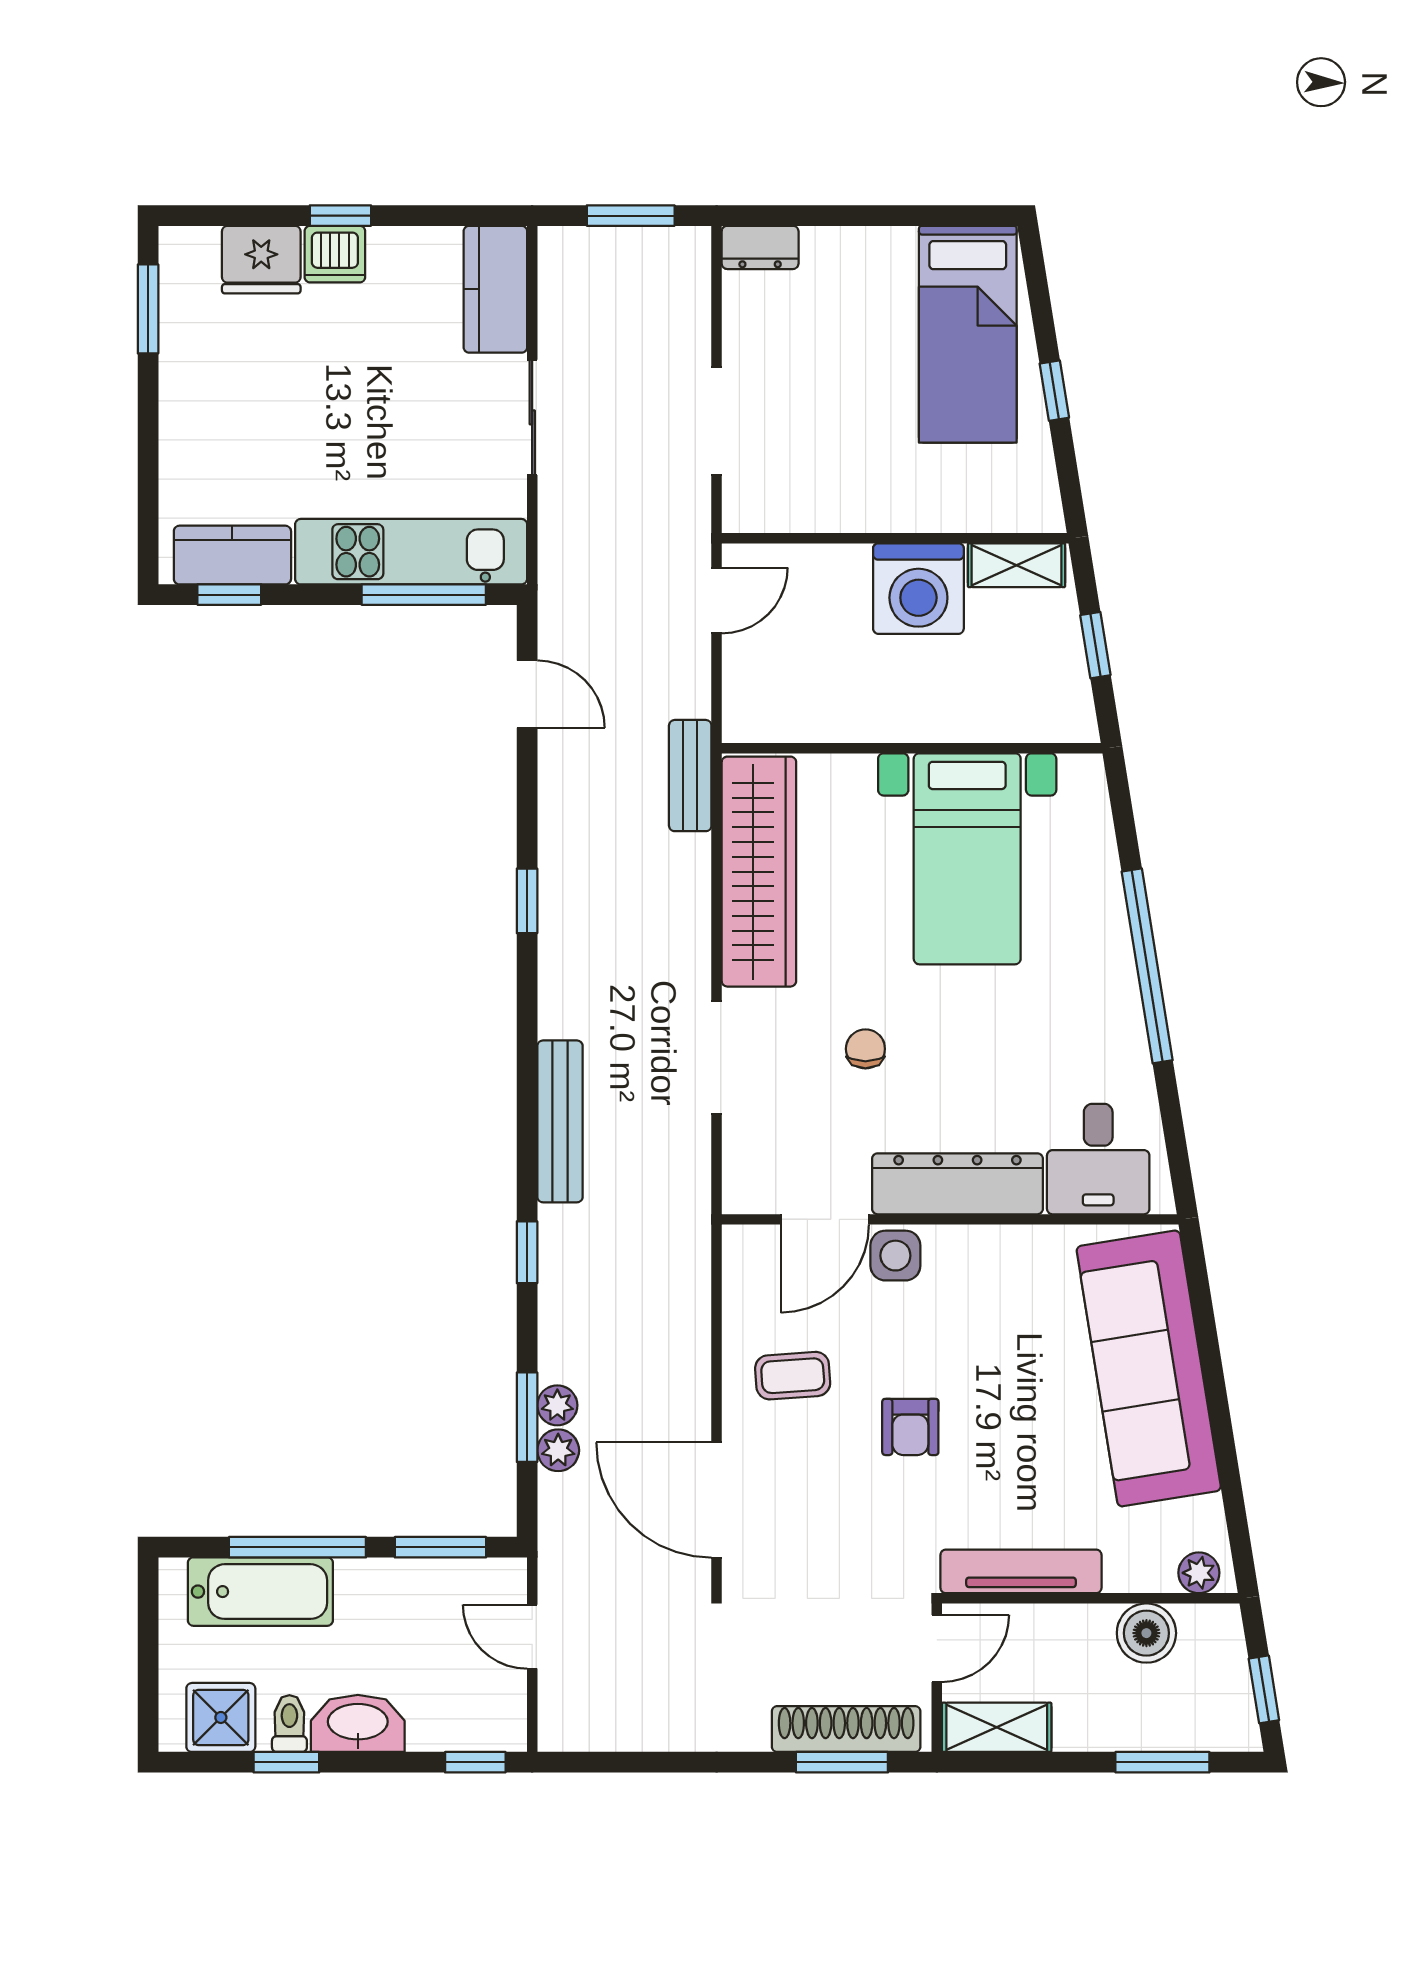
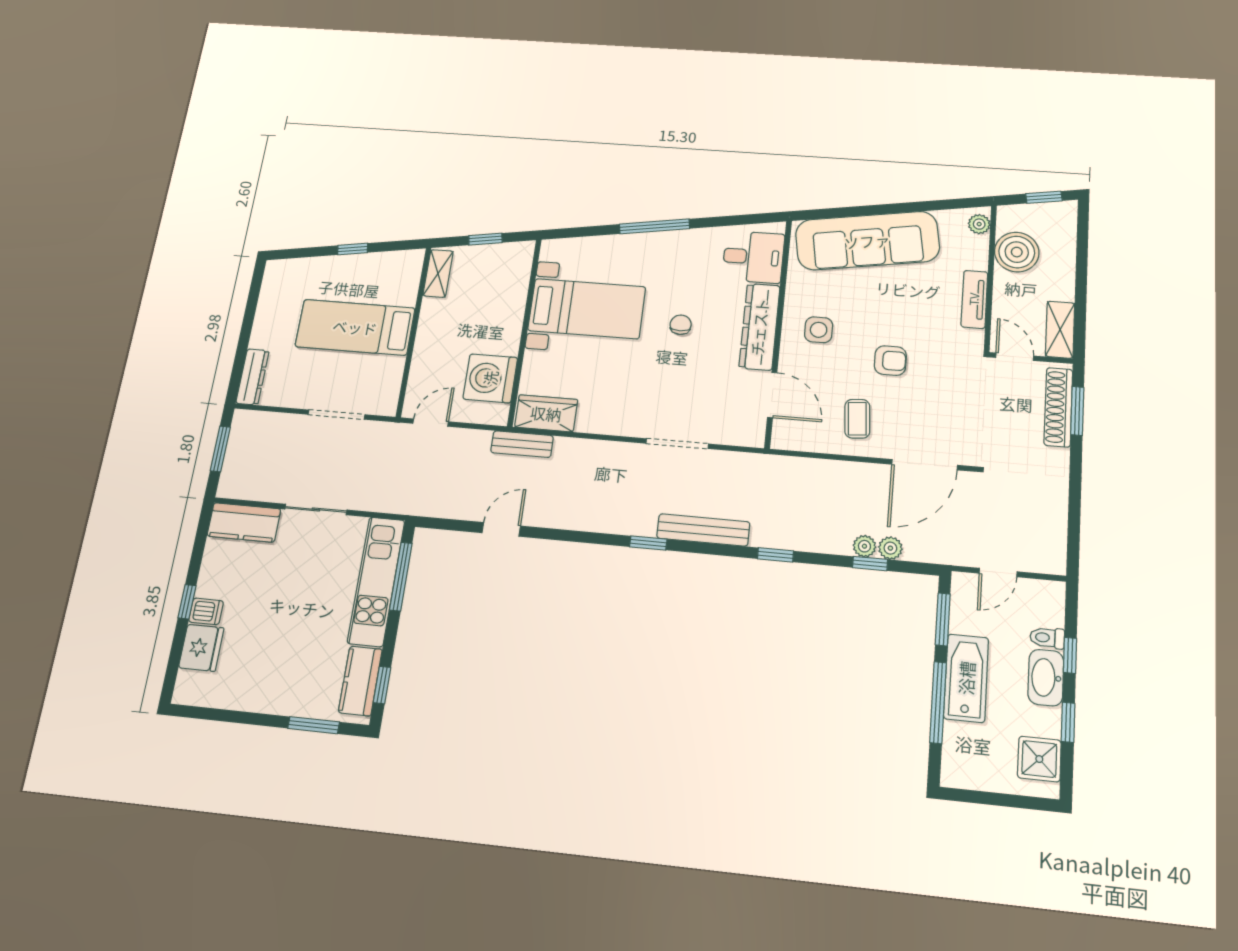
dresser: (760, 247) -> (253, 377), width x1.44
dishwasher: (335, 254) -> (206, 611), width x0.73
window: (148, 309) -> (314, 725), moved
bed: (968, 334) -> (355, 327), moved, turned 180
washing machine: (918, 589) -> (490, 378), moved, turned 180
door: (717, 600) -> (431, 423), hinge flipped
door: (527, 694) -> (501, 529), moved
wardrobe: (759, 872) -> (546, 413), width x0.48, depth x0.85
window: (527, 901) -> (648, 543), moved
window: (1147, 966) -> (654, 226), width x0.68
chair: (865, 1049) -> (681, 325), moved, turned 90
side table: (895, 1256) -> (819, 330), moved
window: (527, 1417) -> (870, 564), width x0.67
tv unit: (1021, 1571) -> (974, 299), width x0.71
bathtub: (260, 1592) -> (966, 678), moved
boiler: (1146, 1633) -> (1017, 252), width x1.37, depth x1.37
toilet: (289, 1724) -> (1047, 638), moved
window: (475, 1762) -> (1070, 655), moved
window: (1162, 1762) -> (1082, 249), removed

